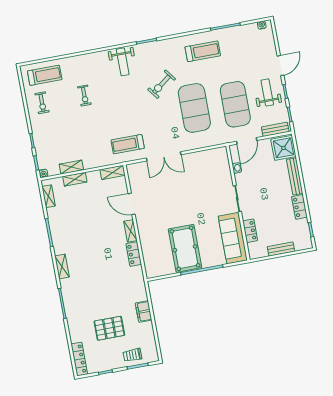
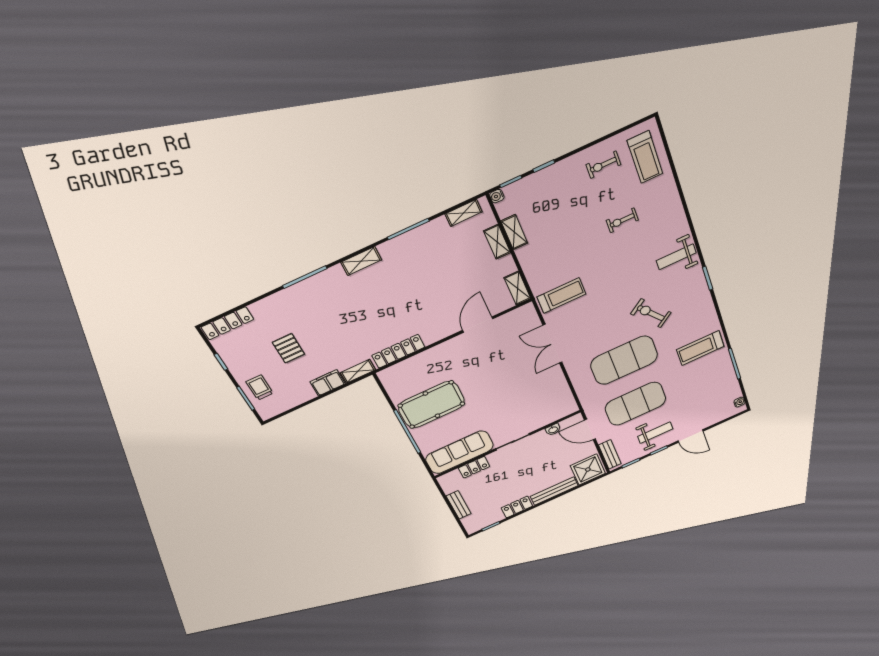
treadmill: (203, 51) -> (700, 348), turned 90
treadmill: (128, 144) -> (561, 296), turned 90
shelving: (130, 231) -> (358, 371), moved
locker: (134, 254) -> (398, 351), width x1.53
pallet: (109, 328) -> (288, 348), width x0.67, depth x0.71

